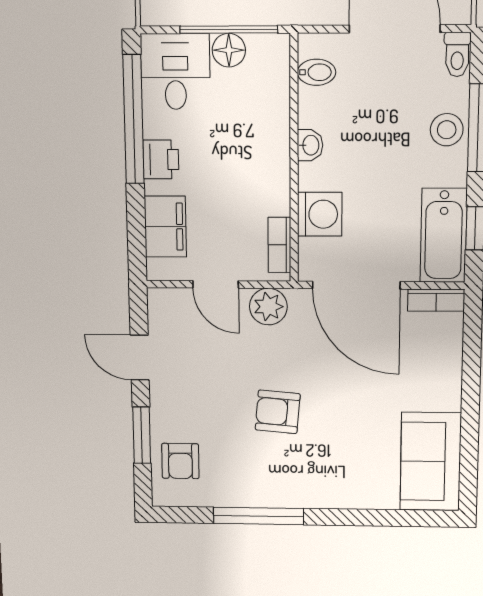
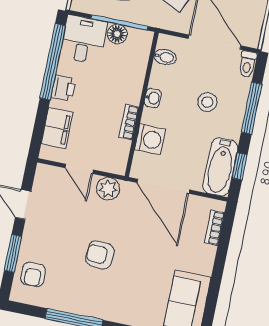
stool: (447, 130) -> (207, 102), moved
bookcase: (279, 245) -> (129, 122), moved
bookcase: (436, 300) -> (214, 228), moved, turned 90

